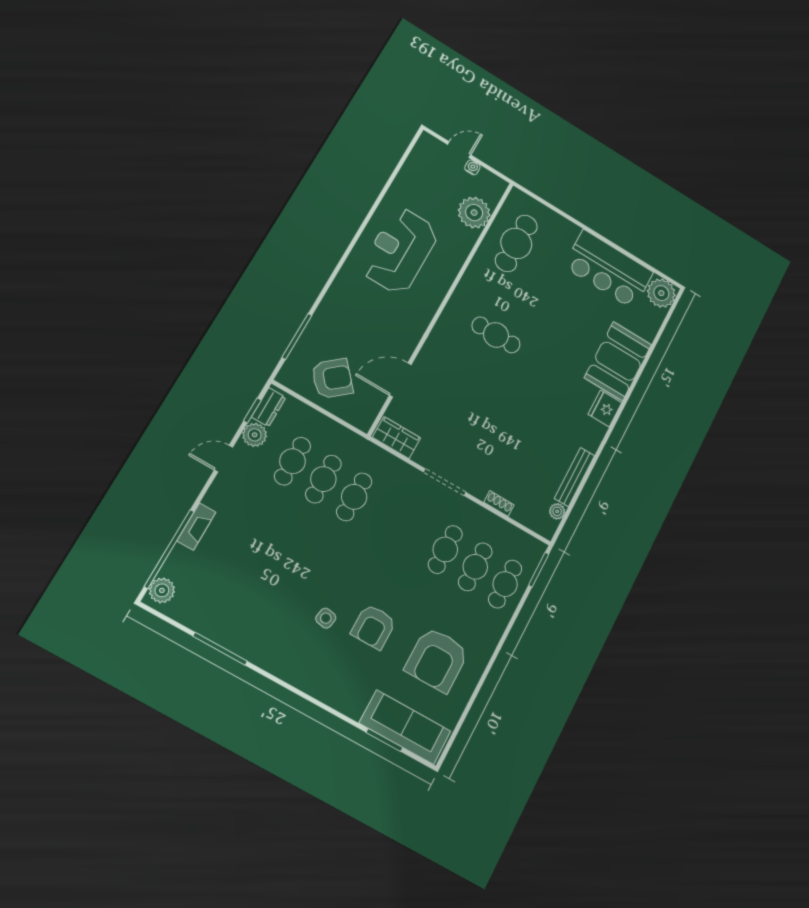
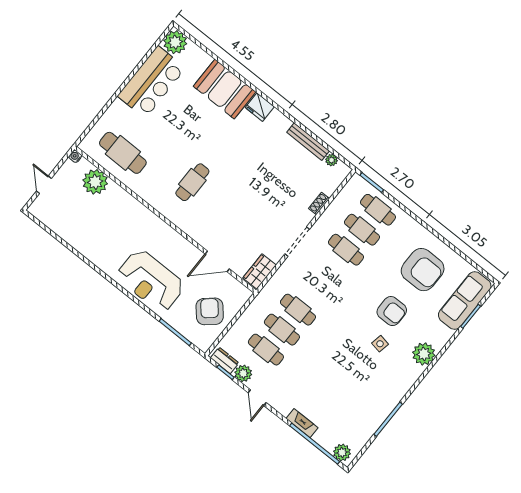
water cooler: (472, 167) -> (75, 156), moved
reception desk: (400, 251) -> (151, 281), moved
door: (400, 380) -> (217, 261), hinge flipped
plant: (321, 683) -> (424, 354), added

